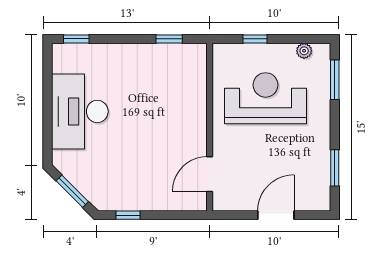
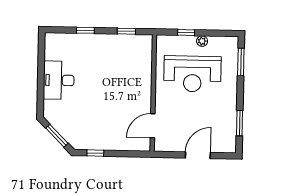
window: (76, 39) -> (85, 30), moved
plant: (304, 51) -> (202, 41), moved
reception desk: (266, 98) -> (192, 74), turned 180
desk: (80, 111) -> (59, 80), width x0.73, depth x0.77

